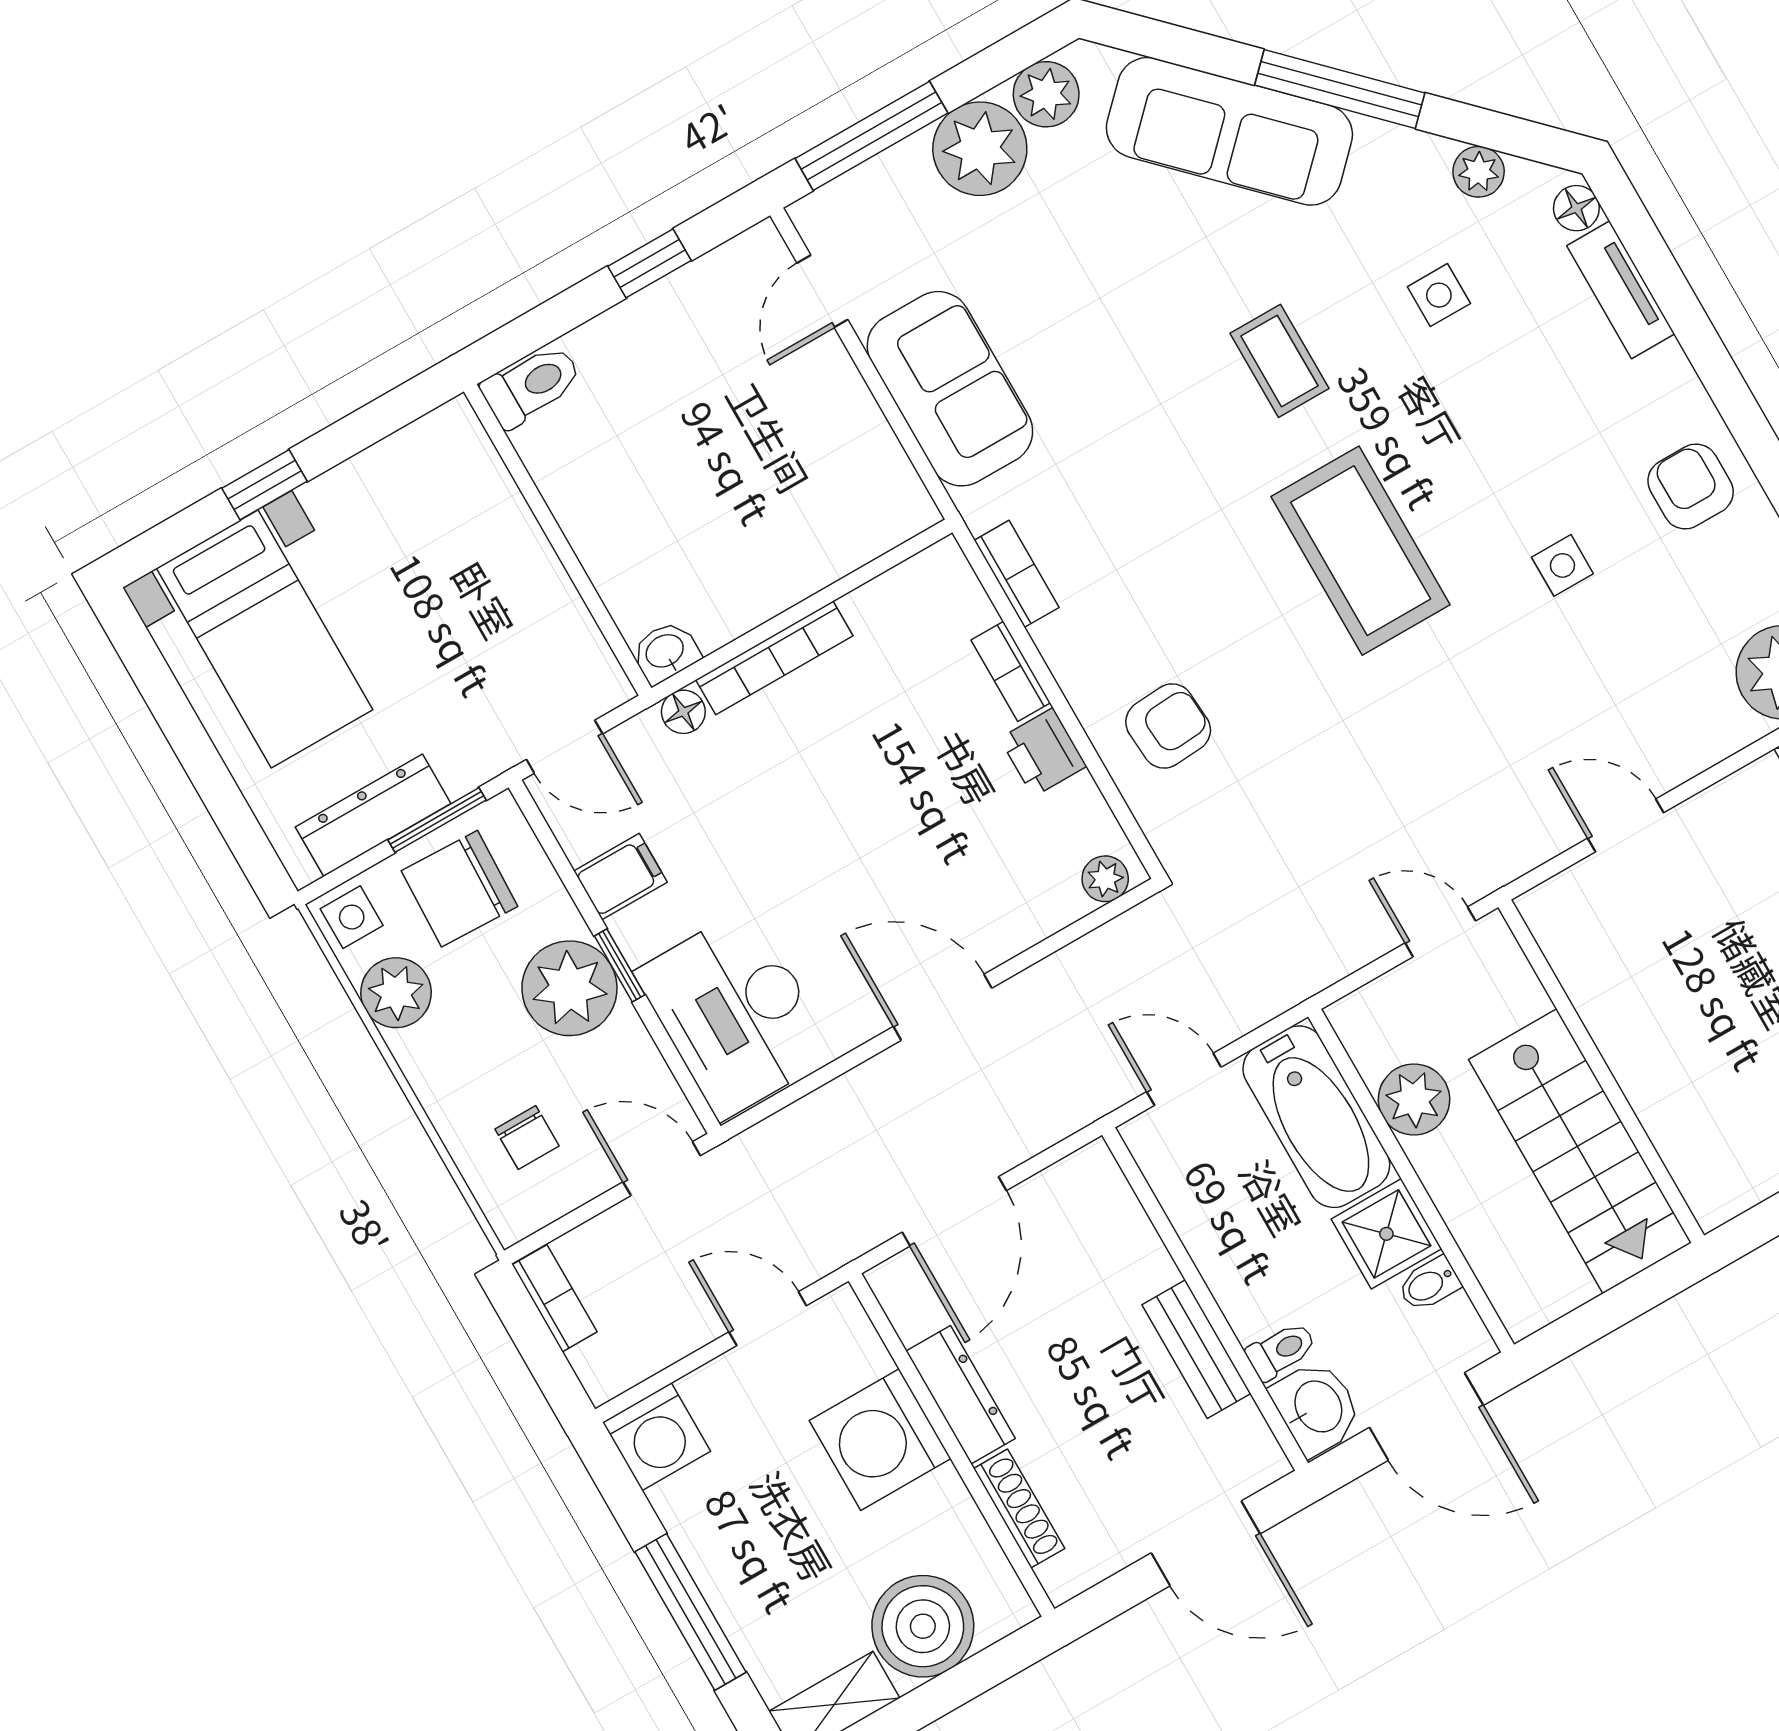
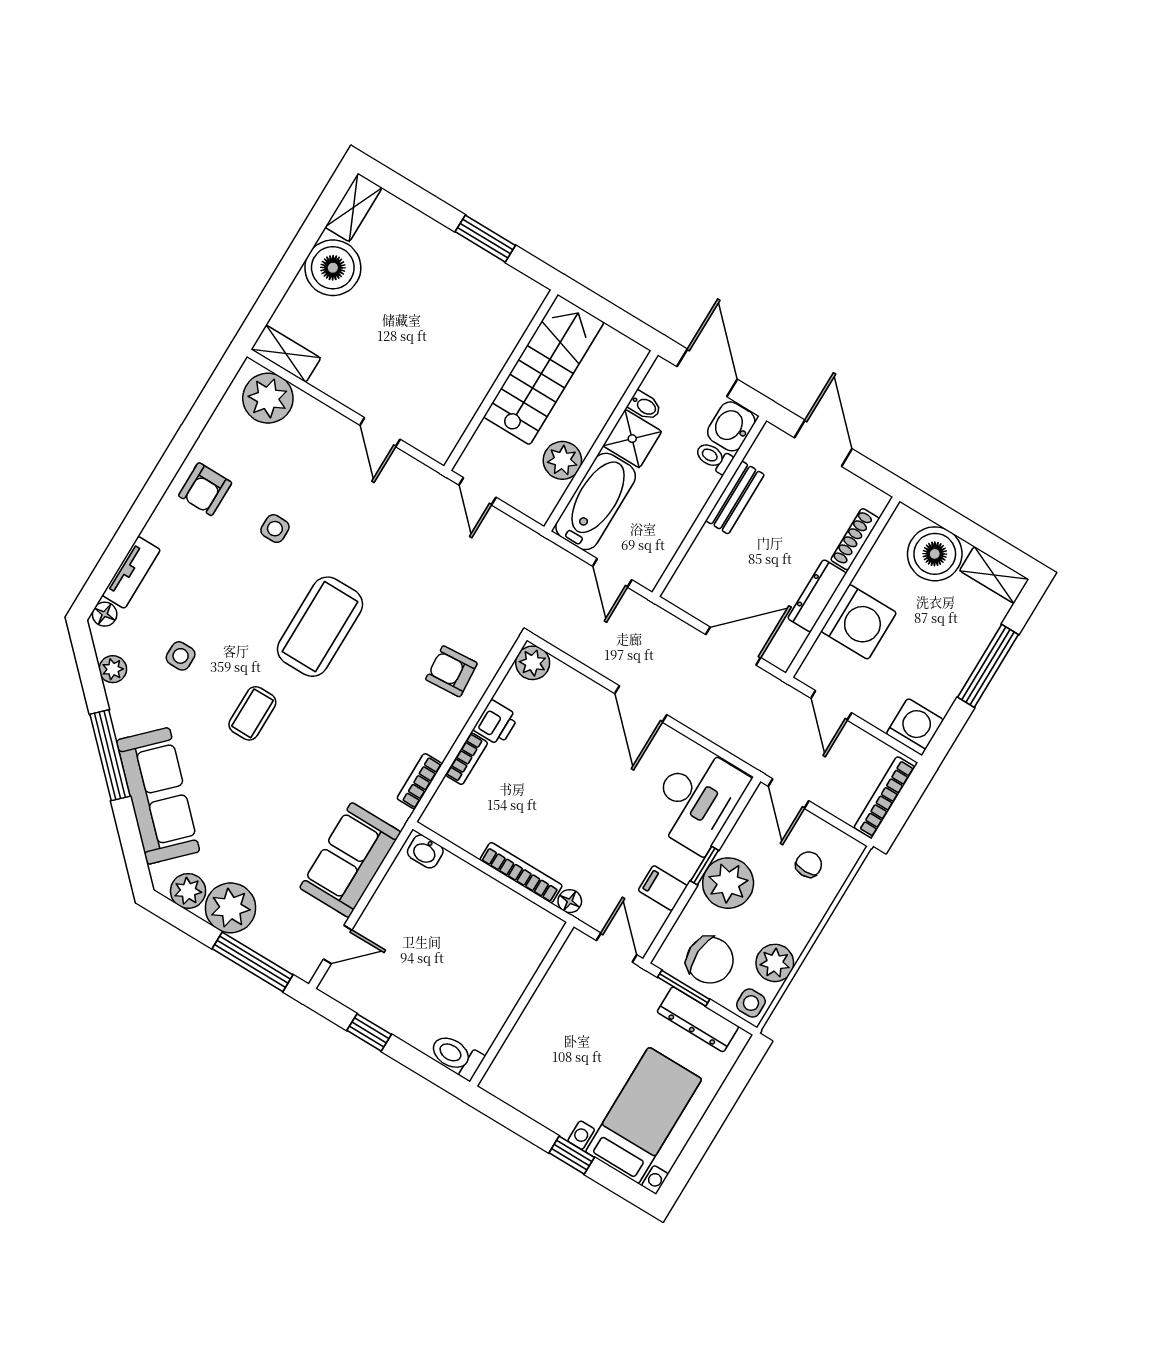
washbasin: (665, 652) -> (425, 851), moved
plant: (1105, 879) -> (533, 663), width x1.38, depth x1.38
bookcase: (555, 1298) -> (884, 797), width x1.56

